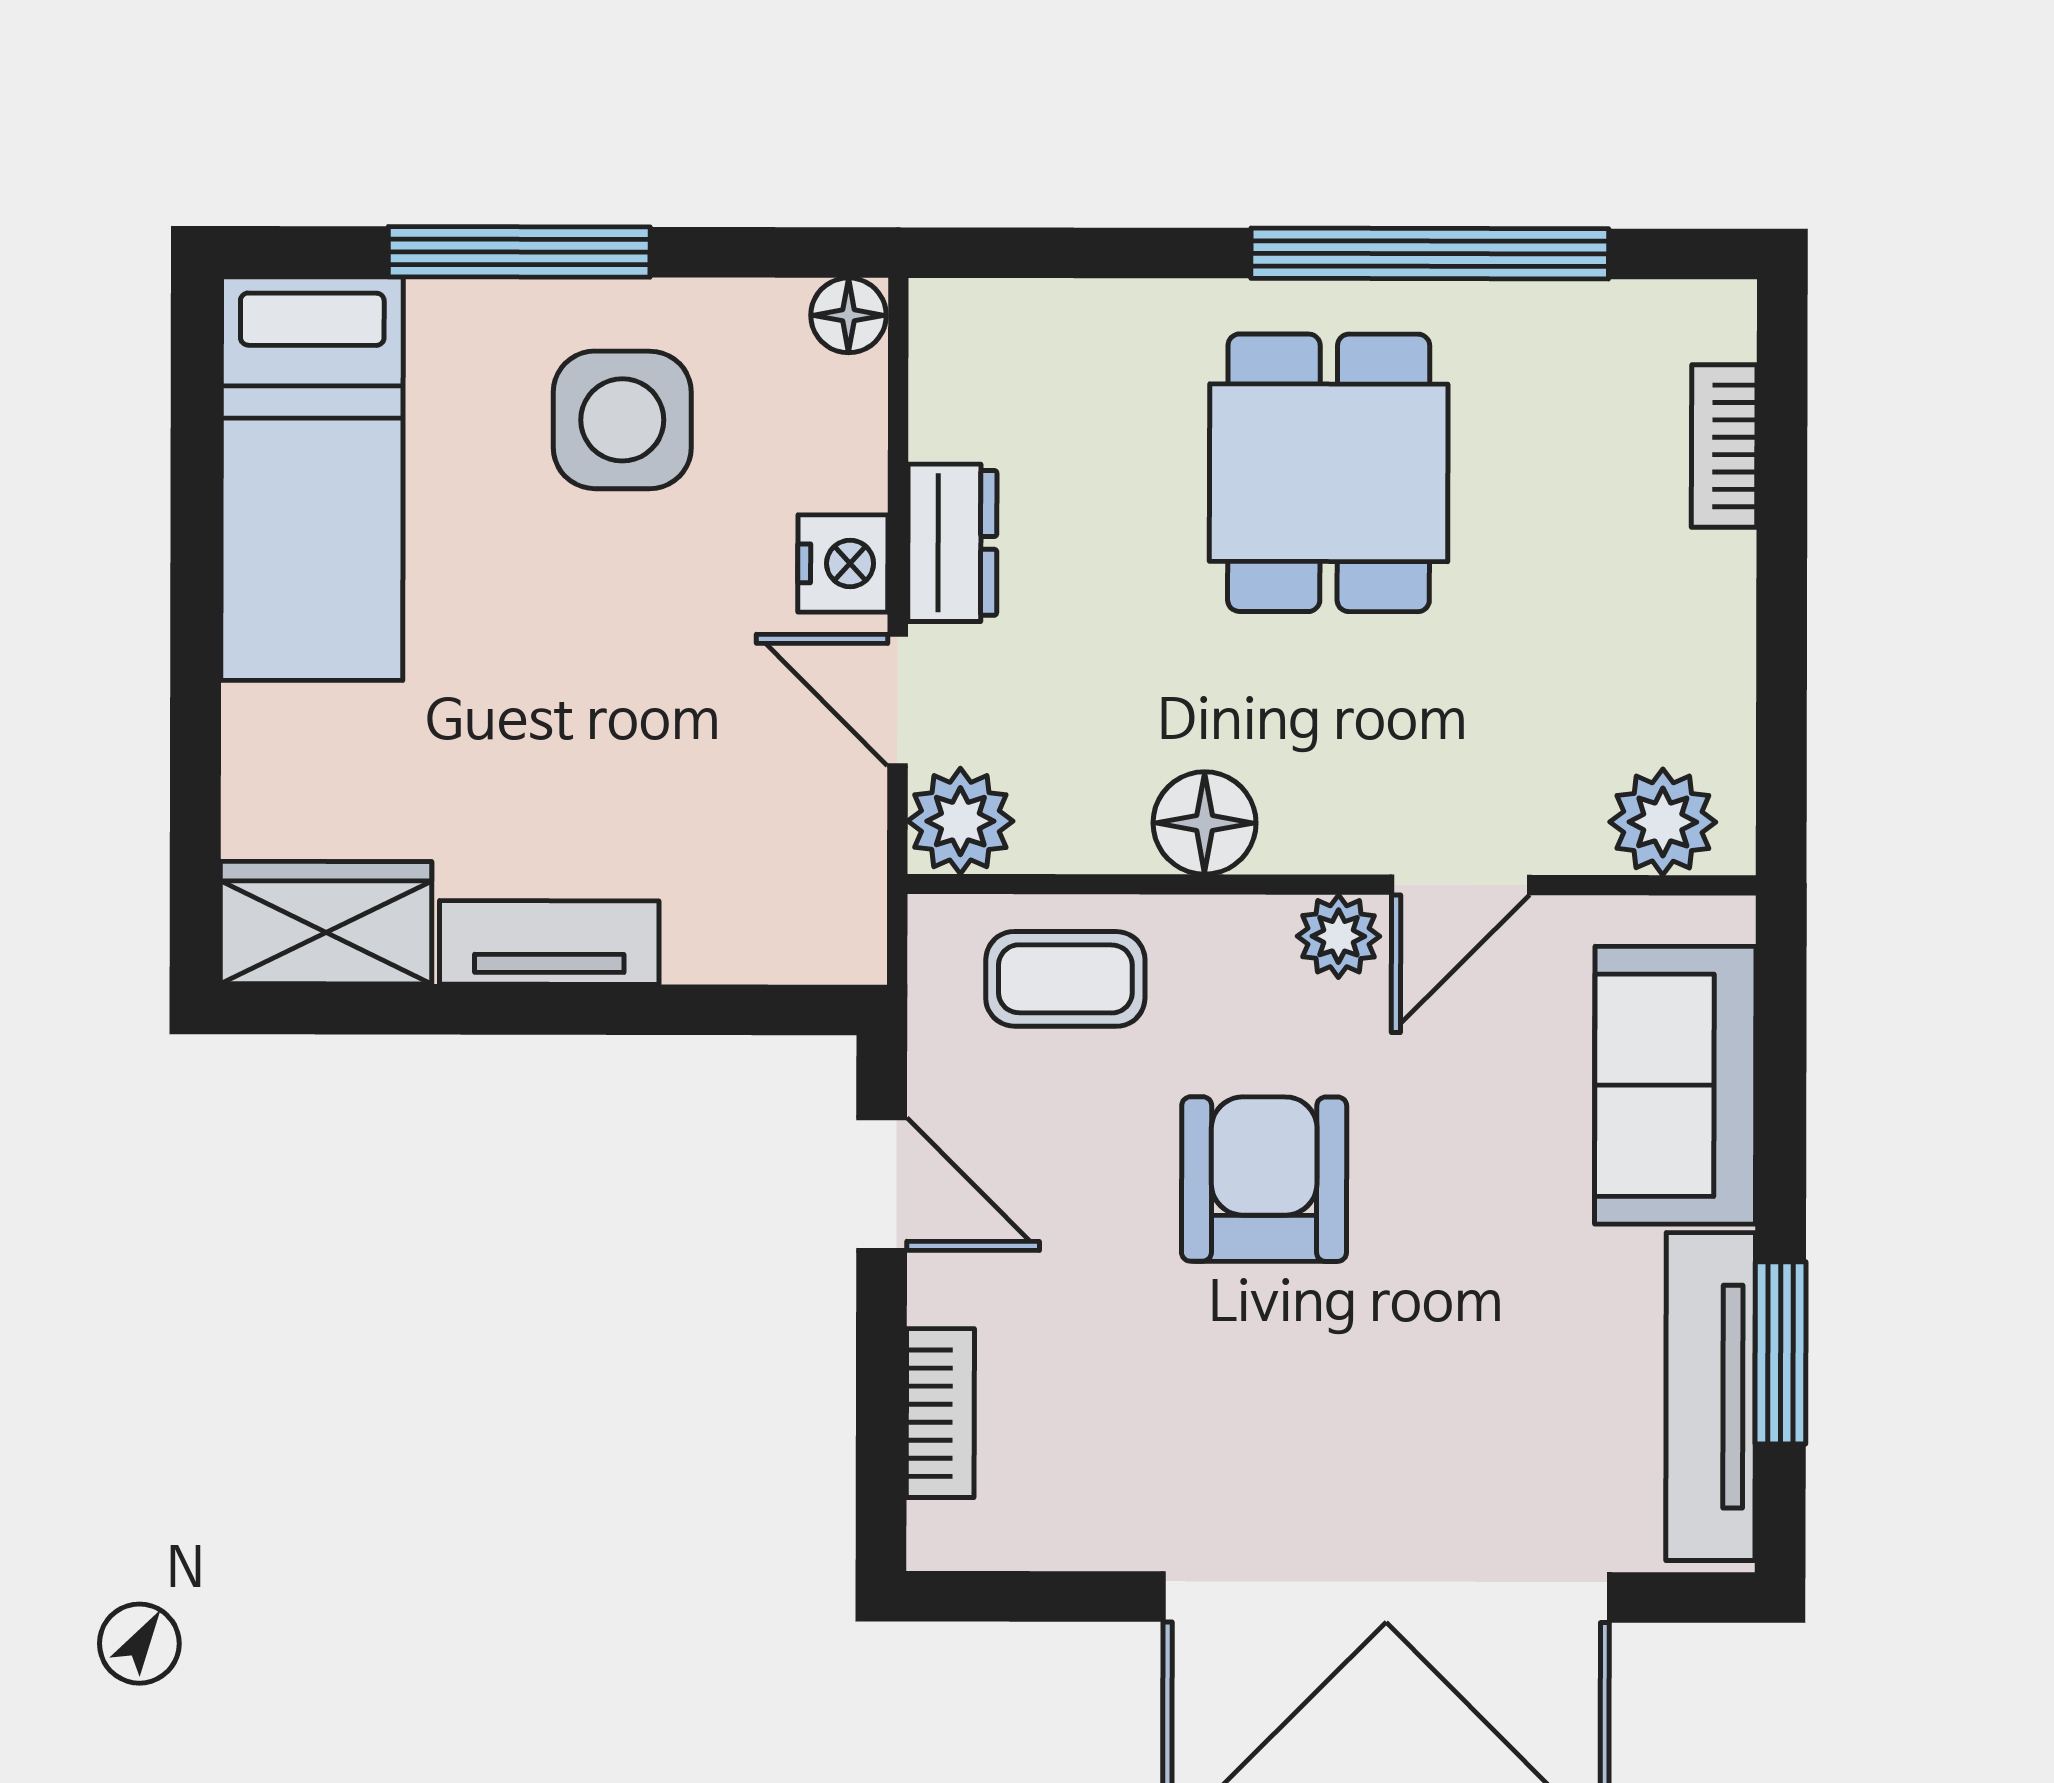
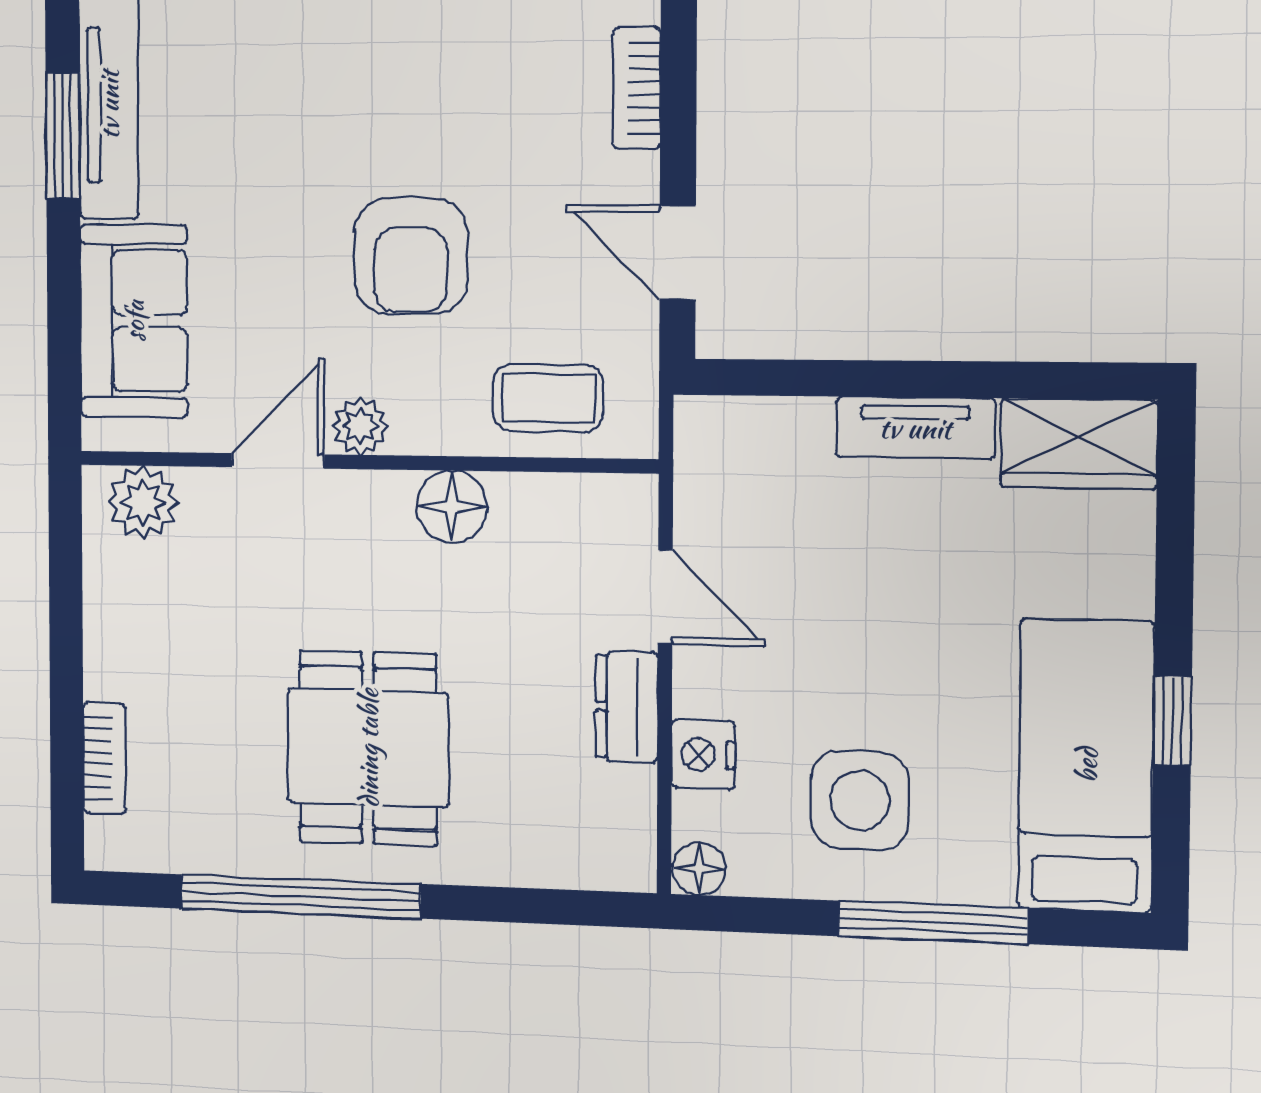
window: (196, 544) -> (1172, 721), added
nightstand: (843, 563) -> (703, 755), moved
plant: (960, 821) -> (621, 510), removed

